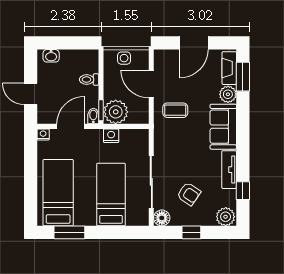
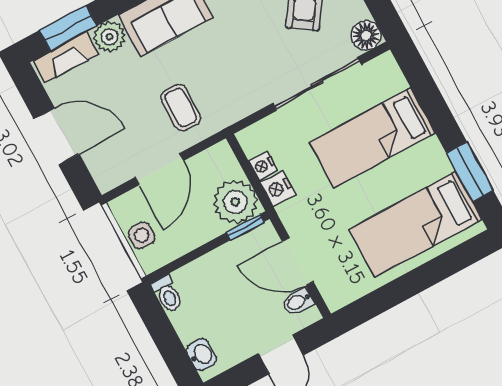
toilet: (89, 80) -> (167, 294), moved
bidet: (93, 116) -> (298, 302), moved
nightstand: (43, 134) -> (263, 166), moved

